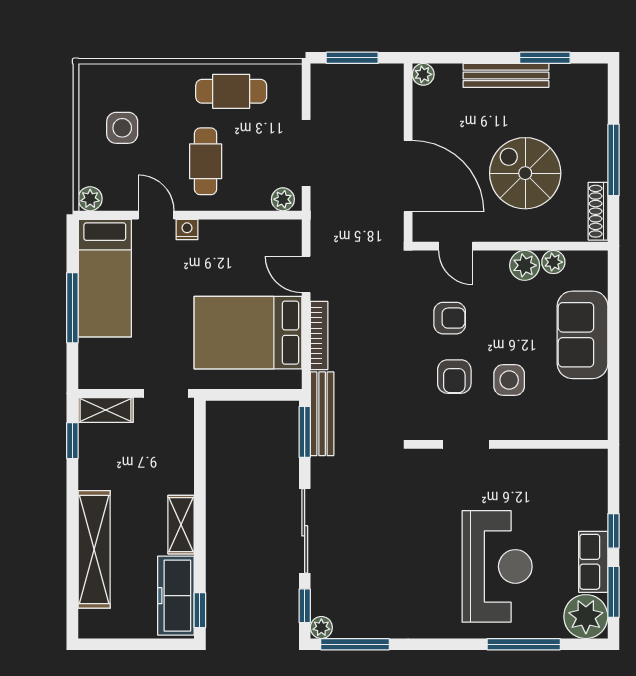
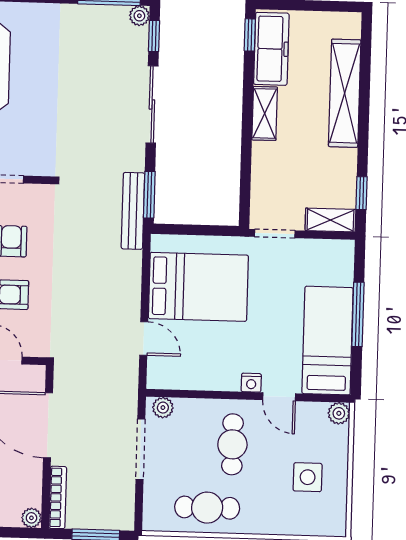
bookcase: (319, 336) -> (58, 497), moved, turned 180

